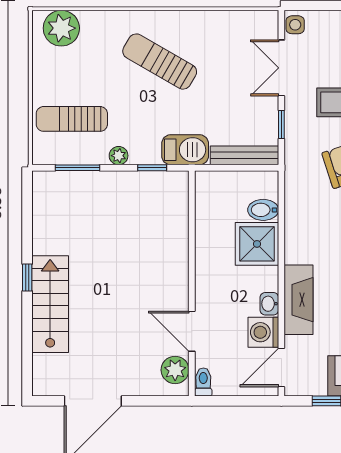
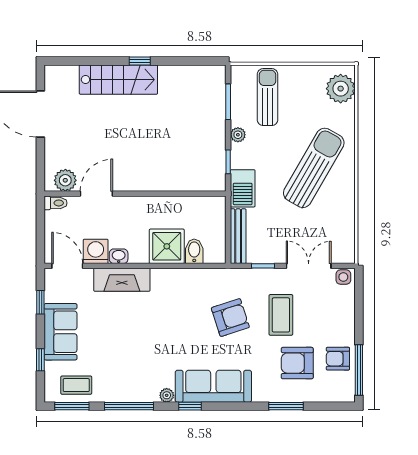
sun lounger: (160, 62) -> (314, 168), width x1.36, depth x1.34

